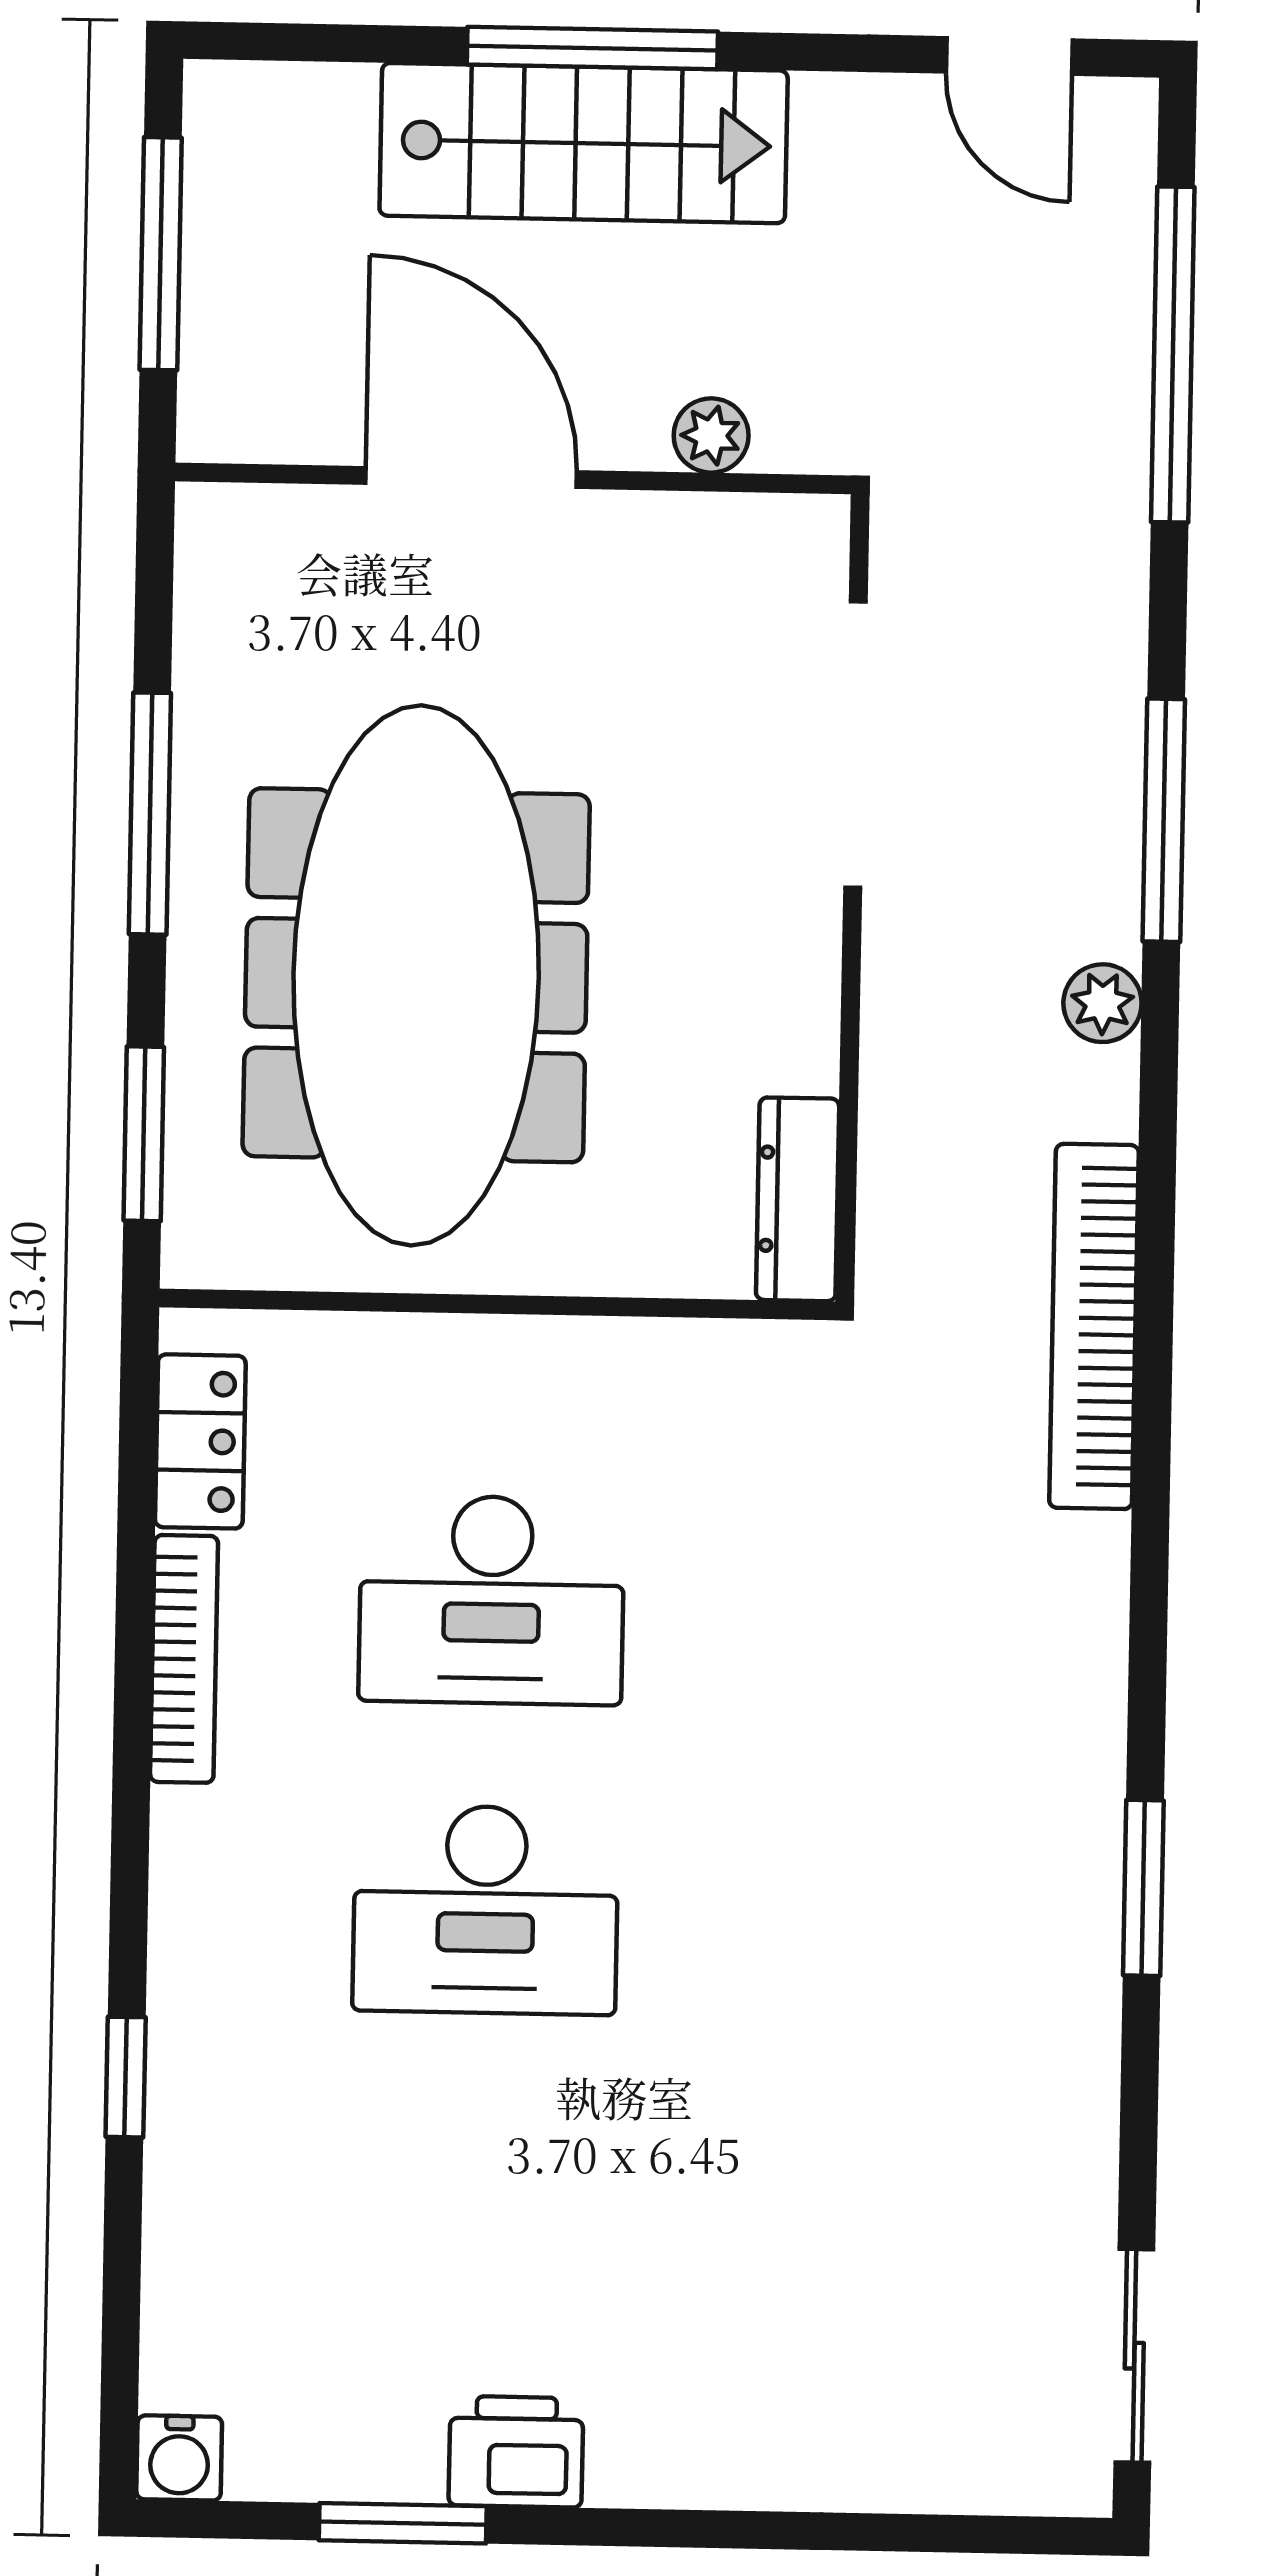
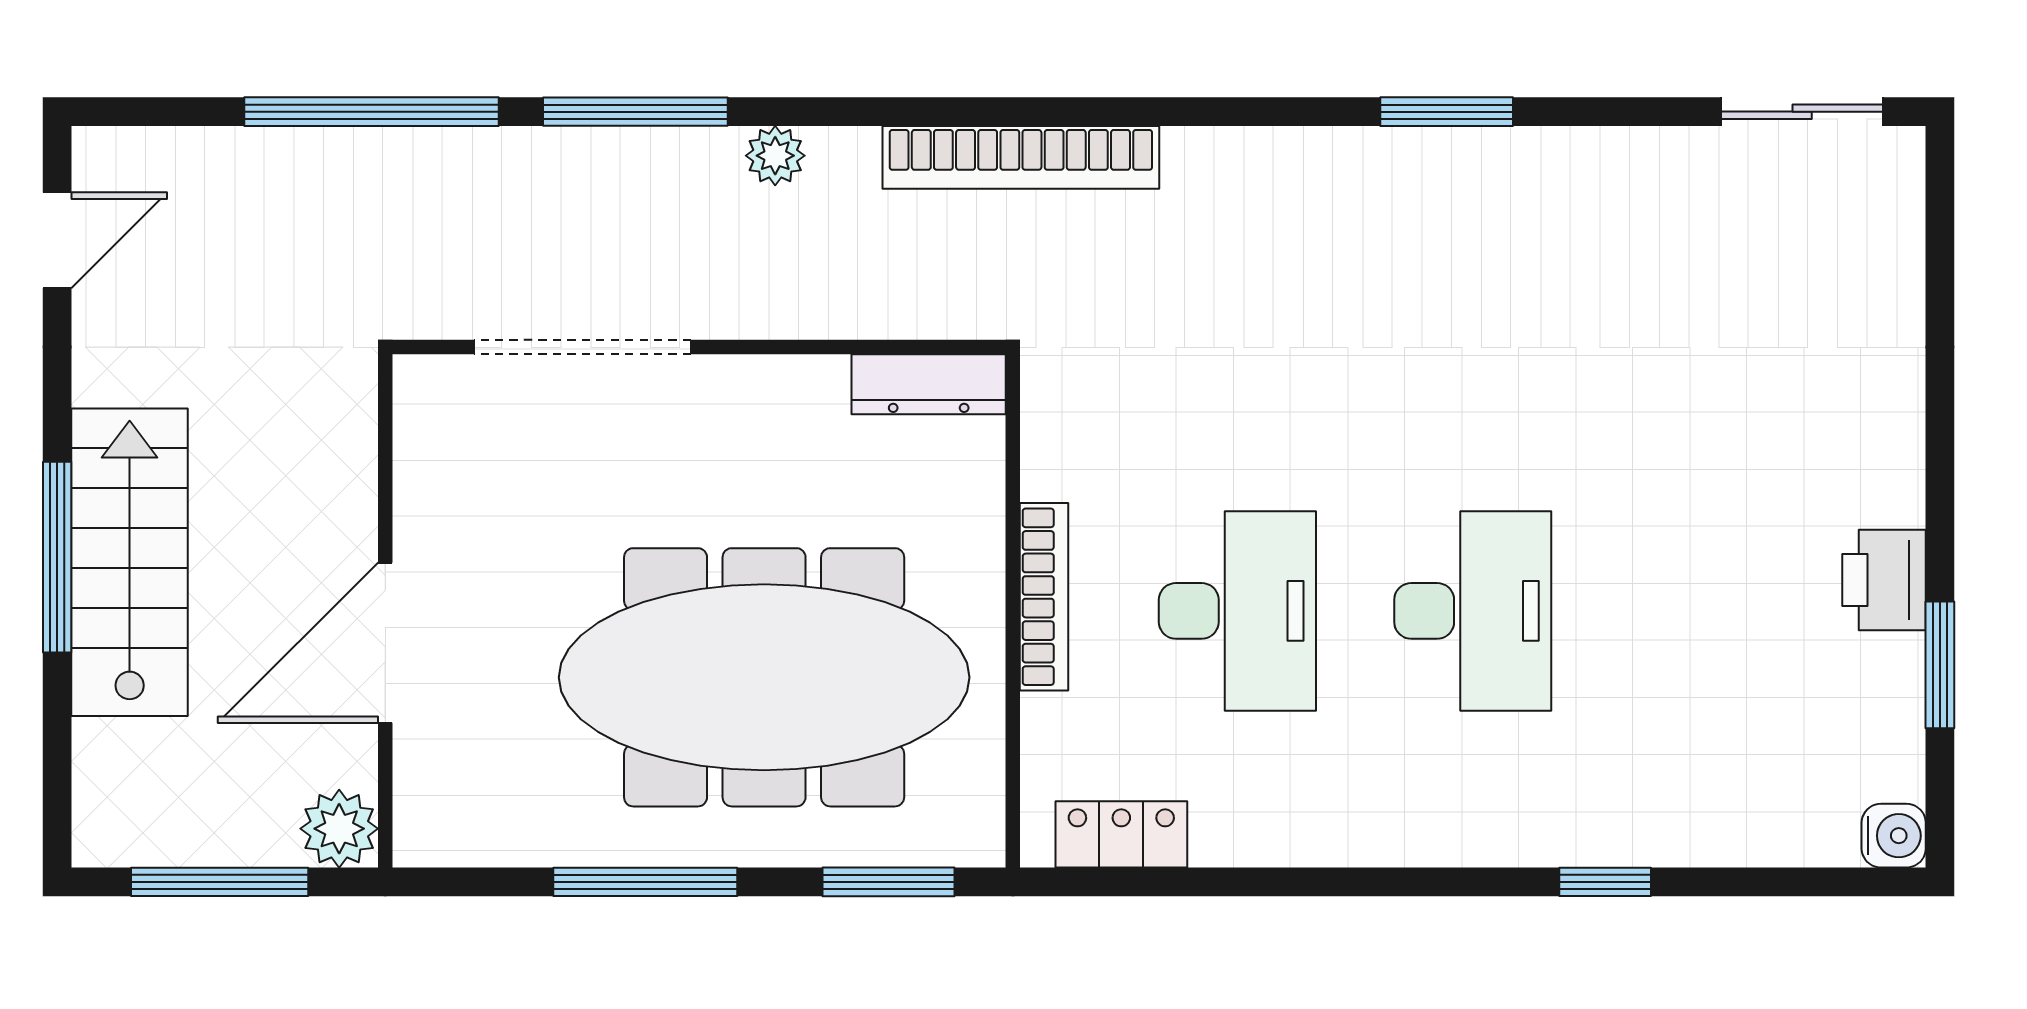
window: (1173, 355) -> (372, 112), moved
plant: (711, 435) -> (339, 829), moved, width x1.38, depth x1.38
bookcase: (184, 1659) -> (1044, 597), moved, turned 90

